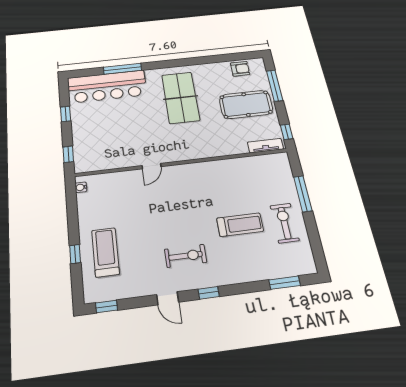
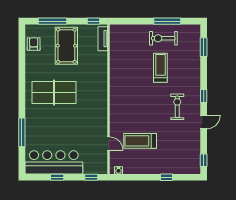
bar counter: (107, 86) -> (54, 162), moved, turned -90
door: (152, 166) -> (109, 144), moved
window: (303, 194) -> (167, 21), moved
treadmill: (105, 252) -> (140, 141), moved

